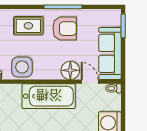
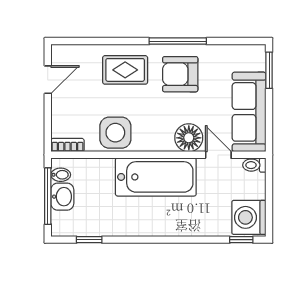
armchair: (65, 29) -> (180, 74), turned 180

